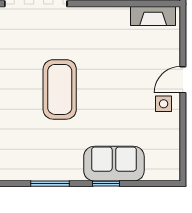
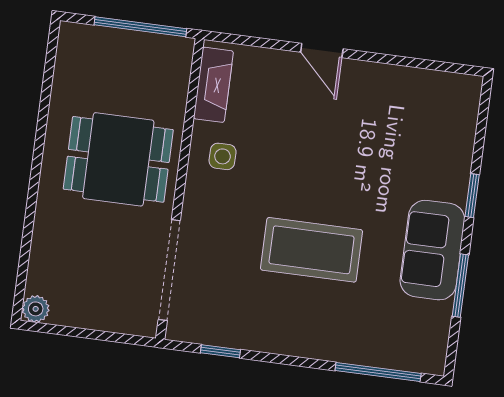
side table: (164, 104) -> (223, 156), moved
sofa: (114, 164) -> (432, 250), moved

